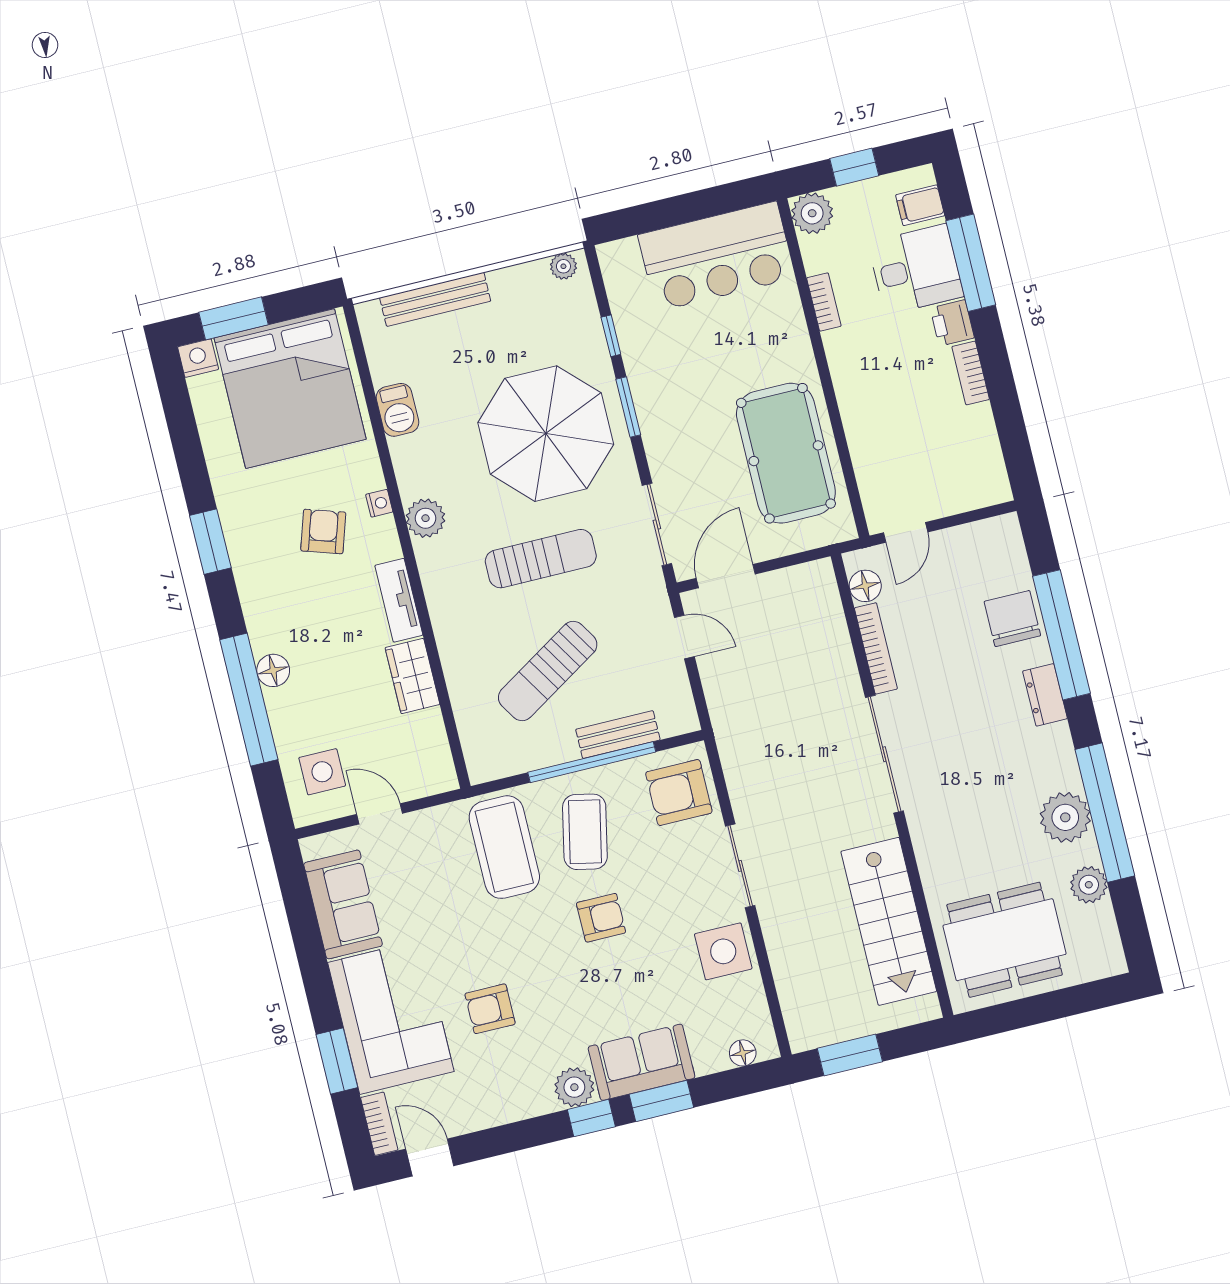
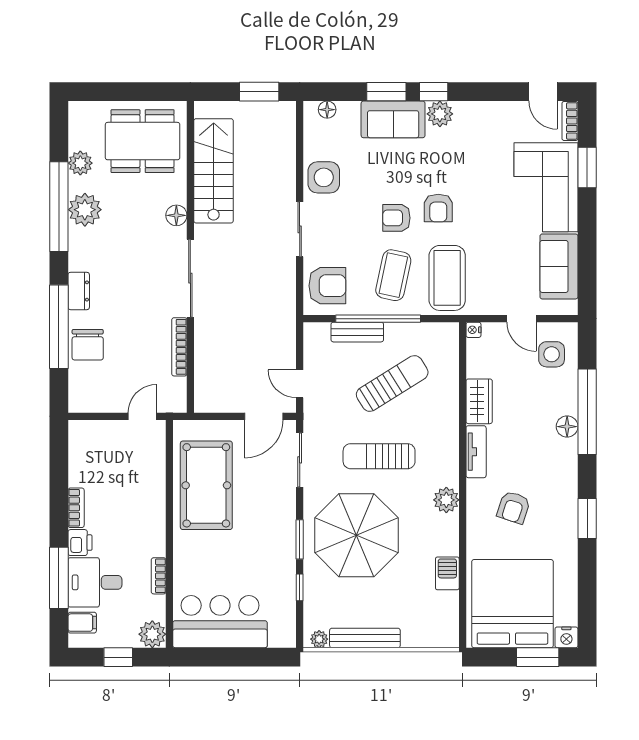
bench: (435, 299) -> (365, 638), moved
nightstand: (379, 503) -> (473, 330), moved
floor lamp: (865, 586) -> (176, 215), moved
armchair: (490, 1009) -> (438, 208), moved, turned 90

